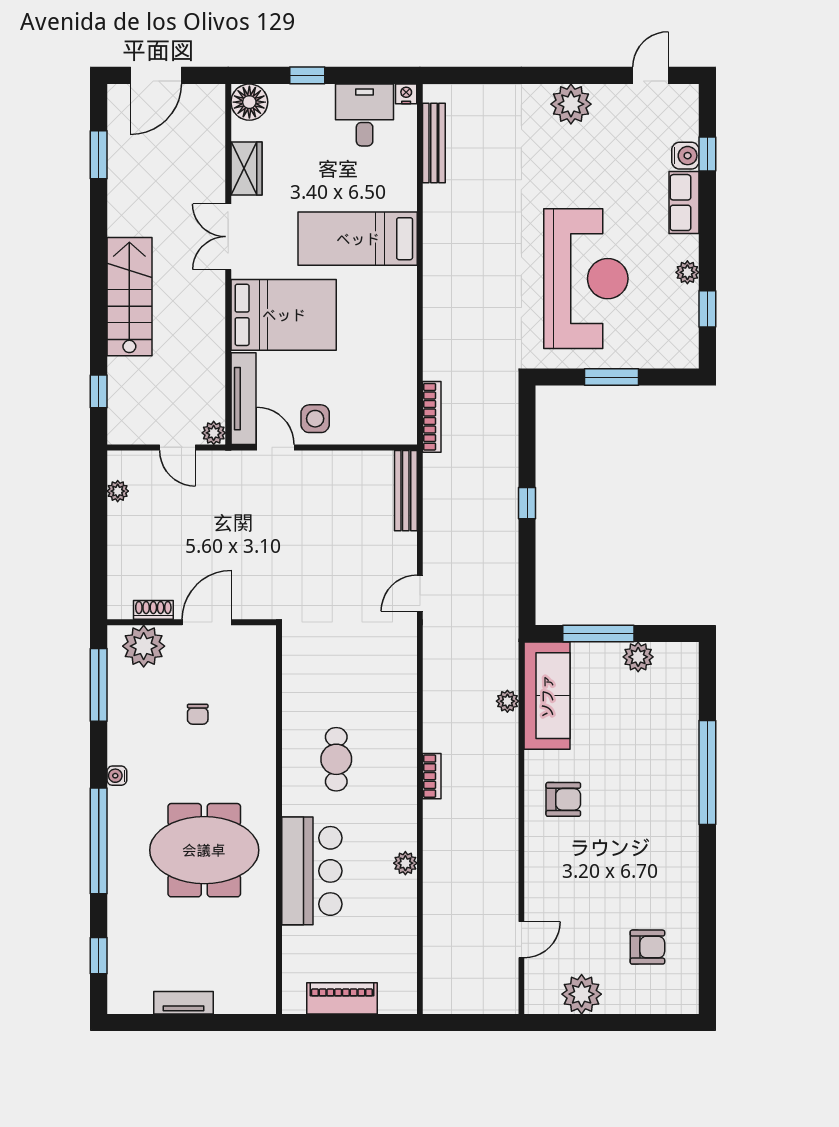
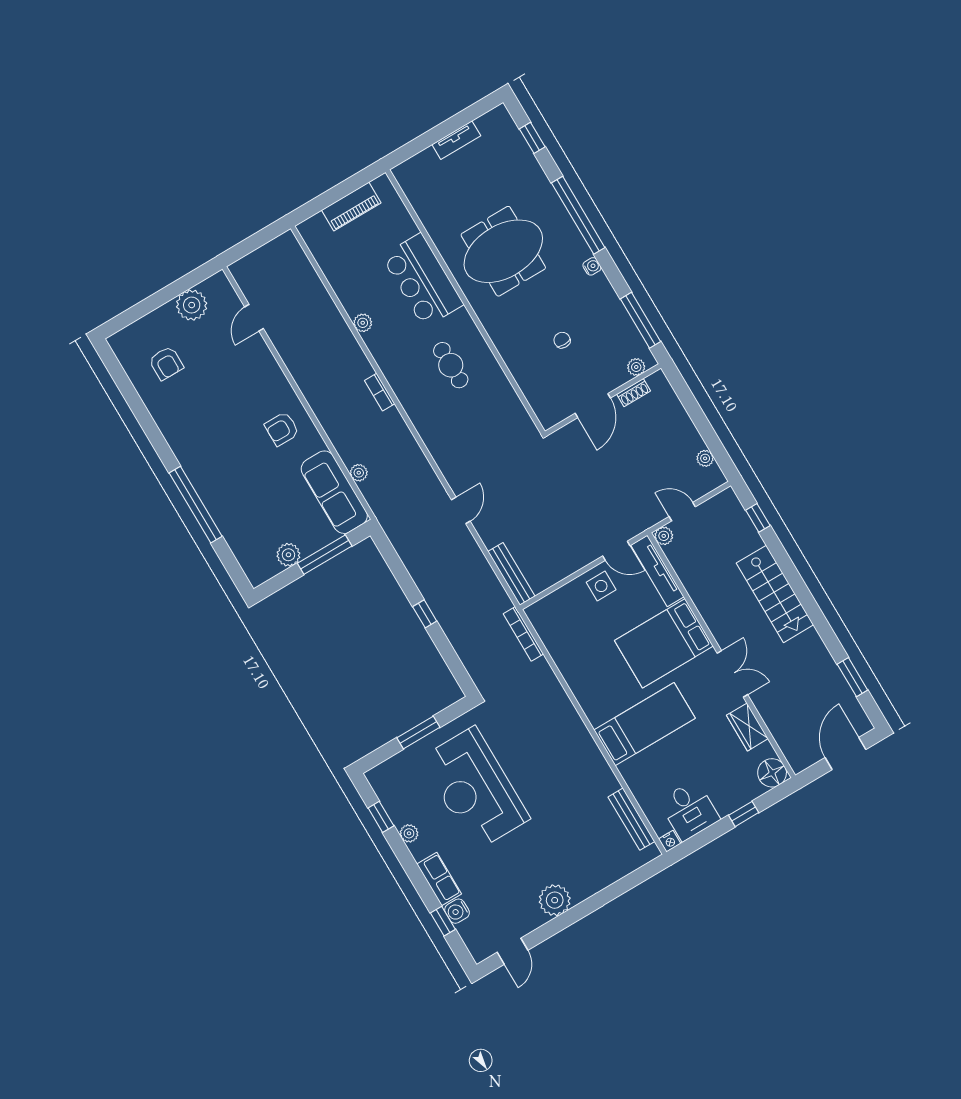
plant: (144, 646) -> (636, 367), width x0.53, depth x0.53
armchair: (647, 947) -> (166, 363), turned -90

